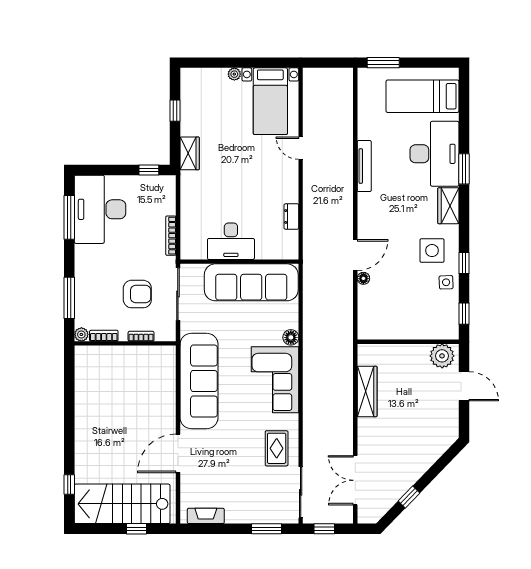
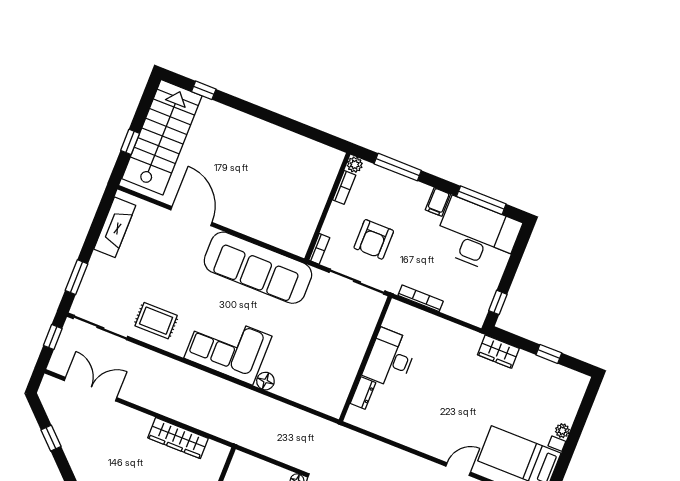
dresser: (291, 217) -> (363, 393), moved, turned 90
filing cabinet: (85, 253) -> (438, 202), added
sofa: (251, 282) -> (339, 363), removed
bookcase: (141, 336) -> (319, 249), moved
fireplace: (206, 516) -> (115, 227), width x1.37, depth x1.32

